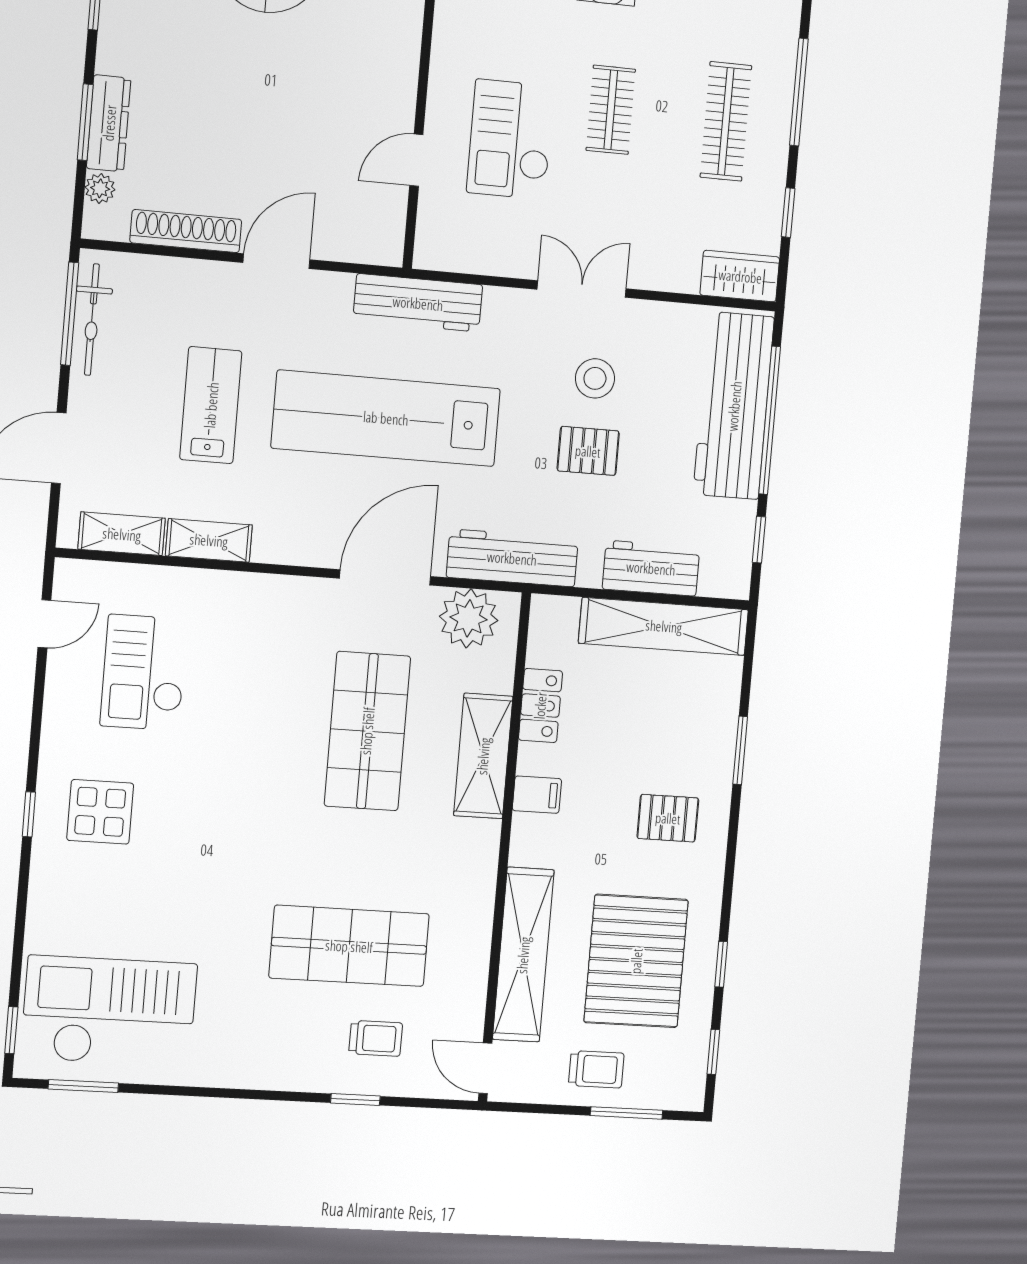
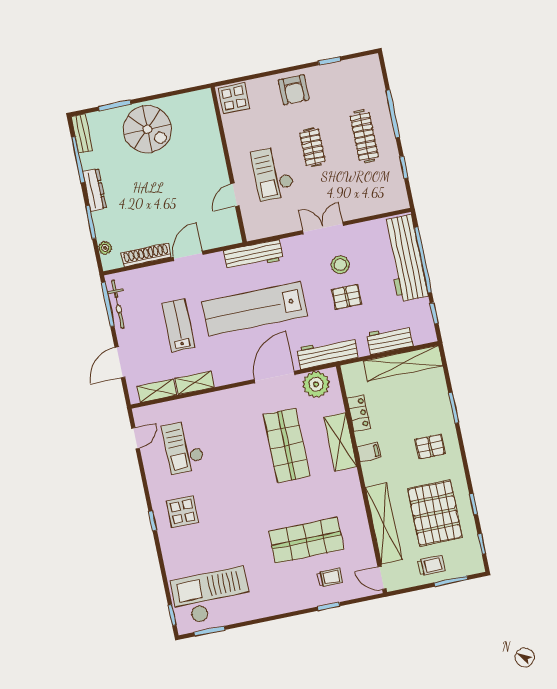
dresser: (109, 123) -> (95, 190), moved
wardrobe: (740, 276) -> (391, 201), removed

